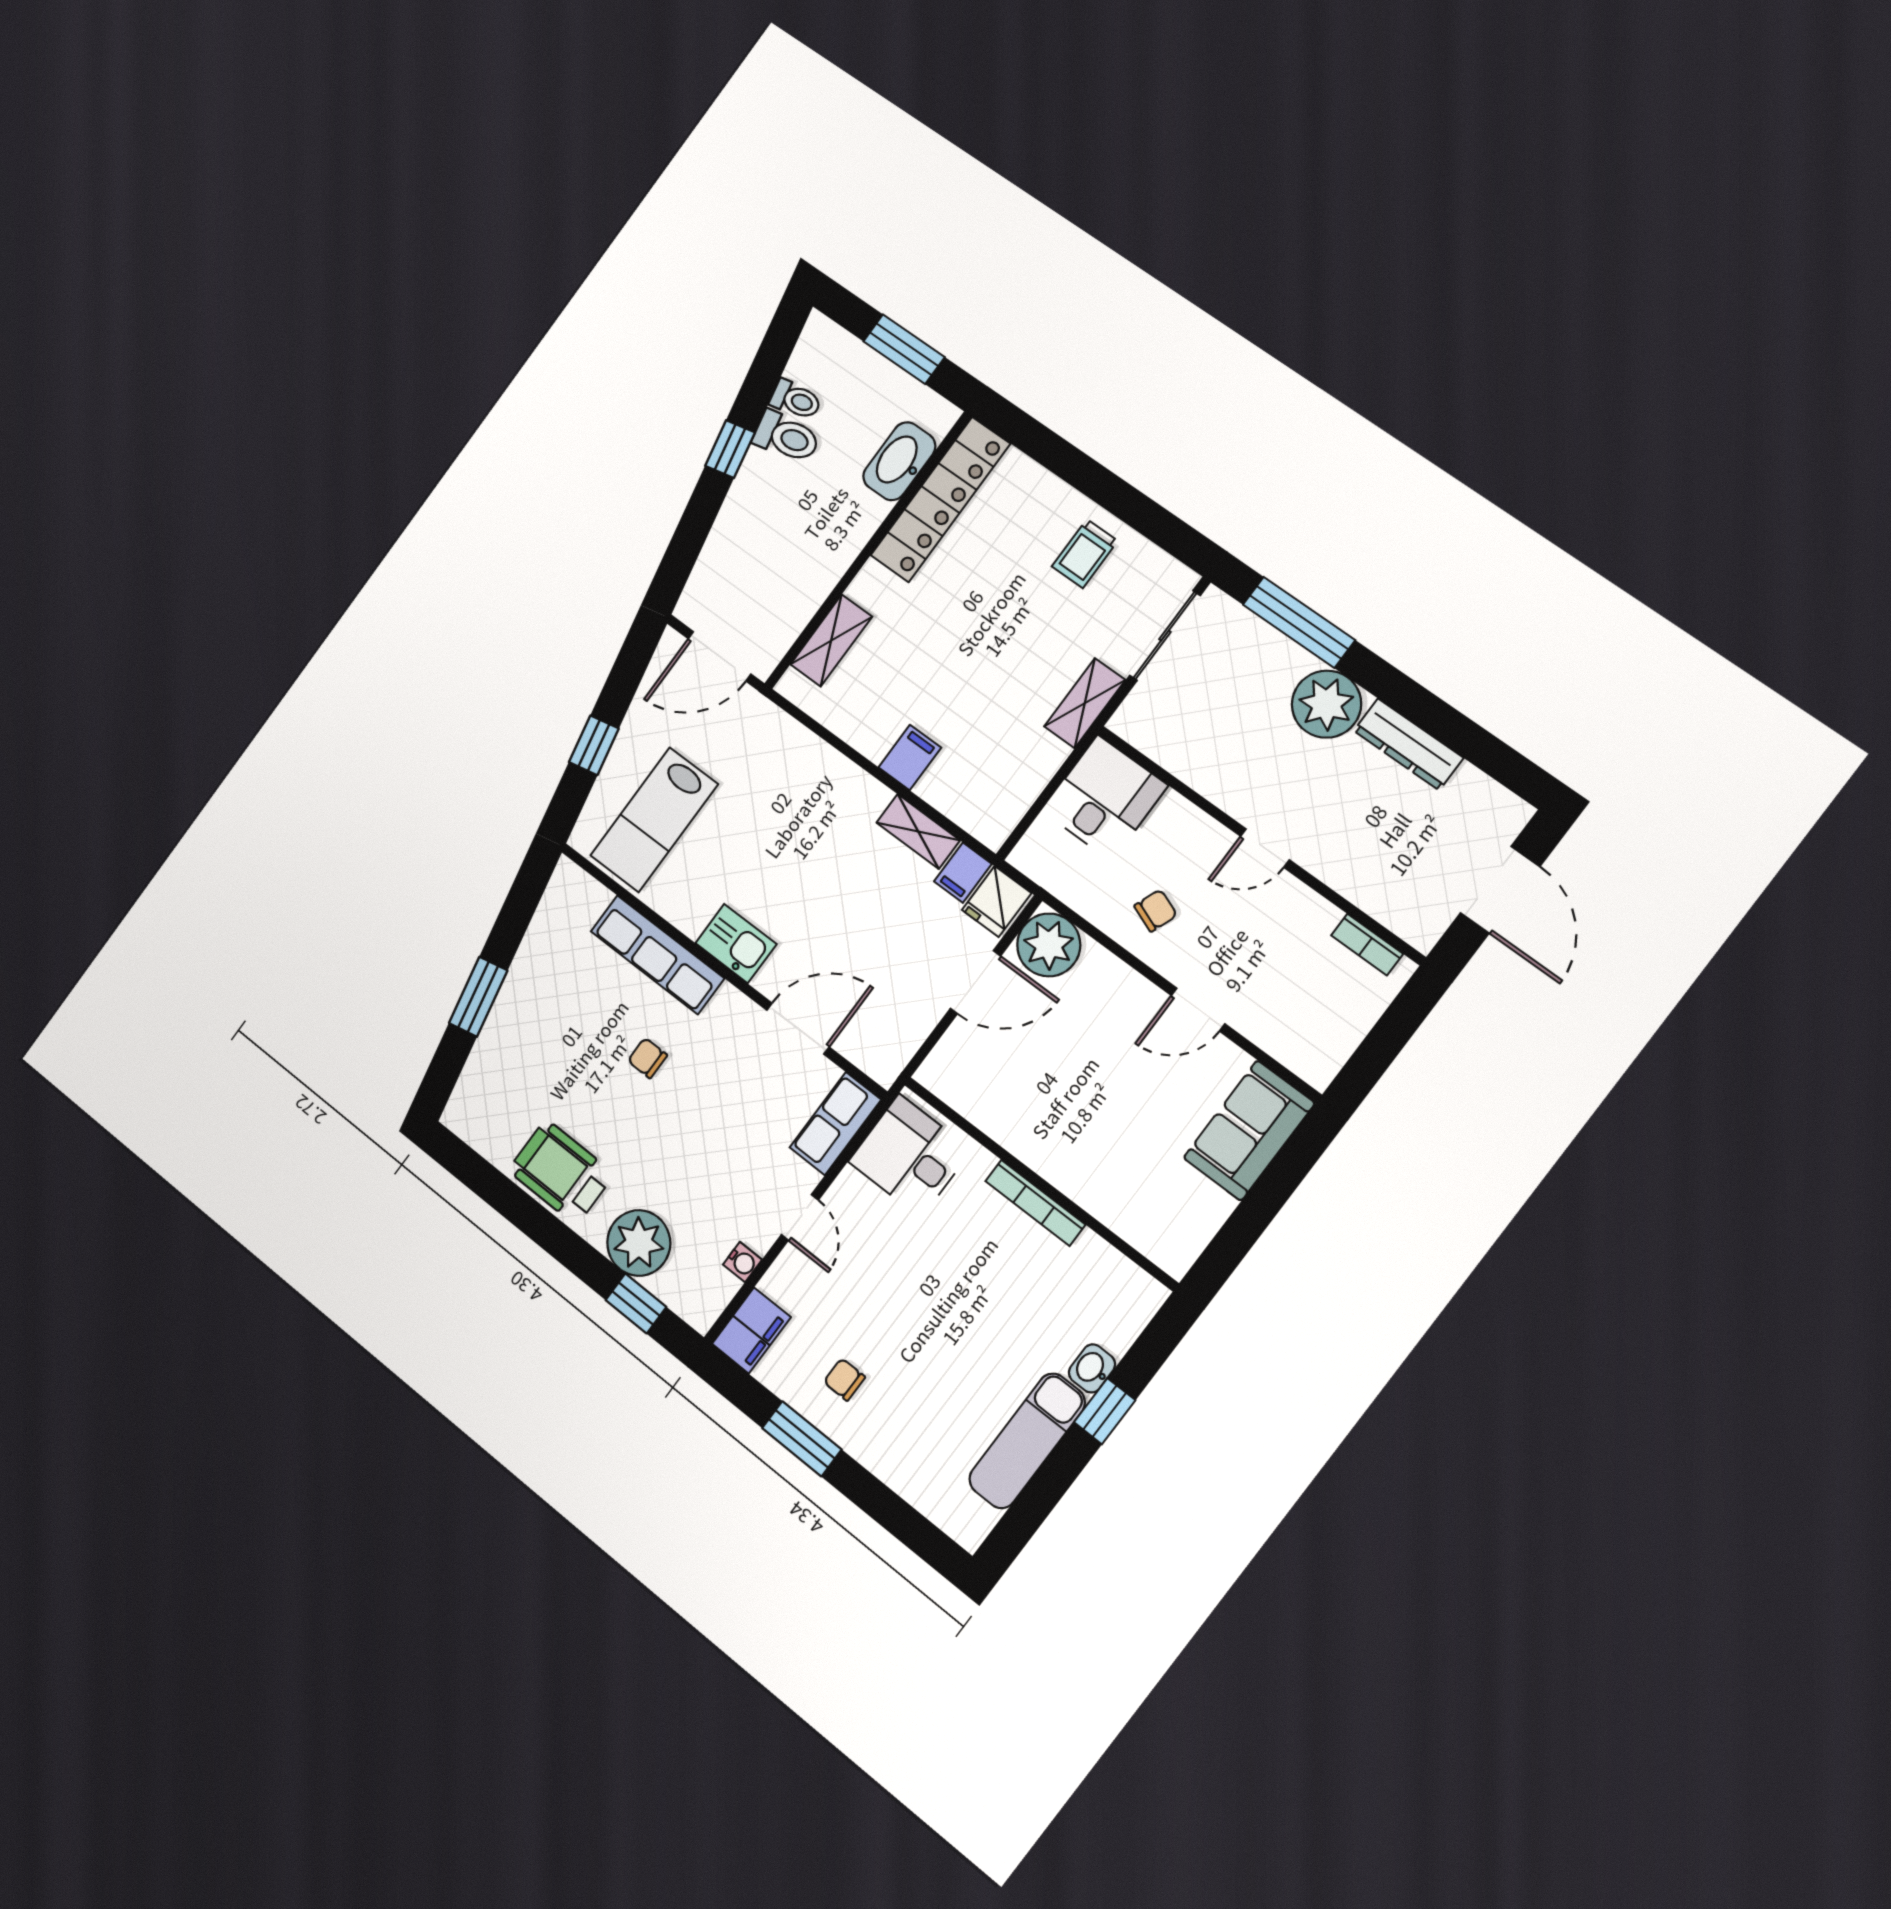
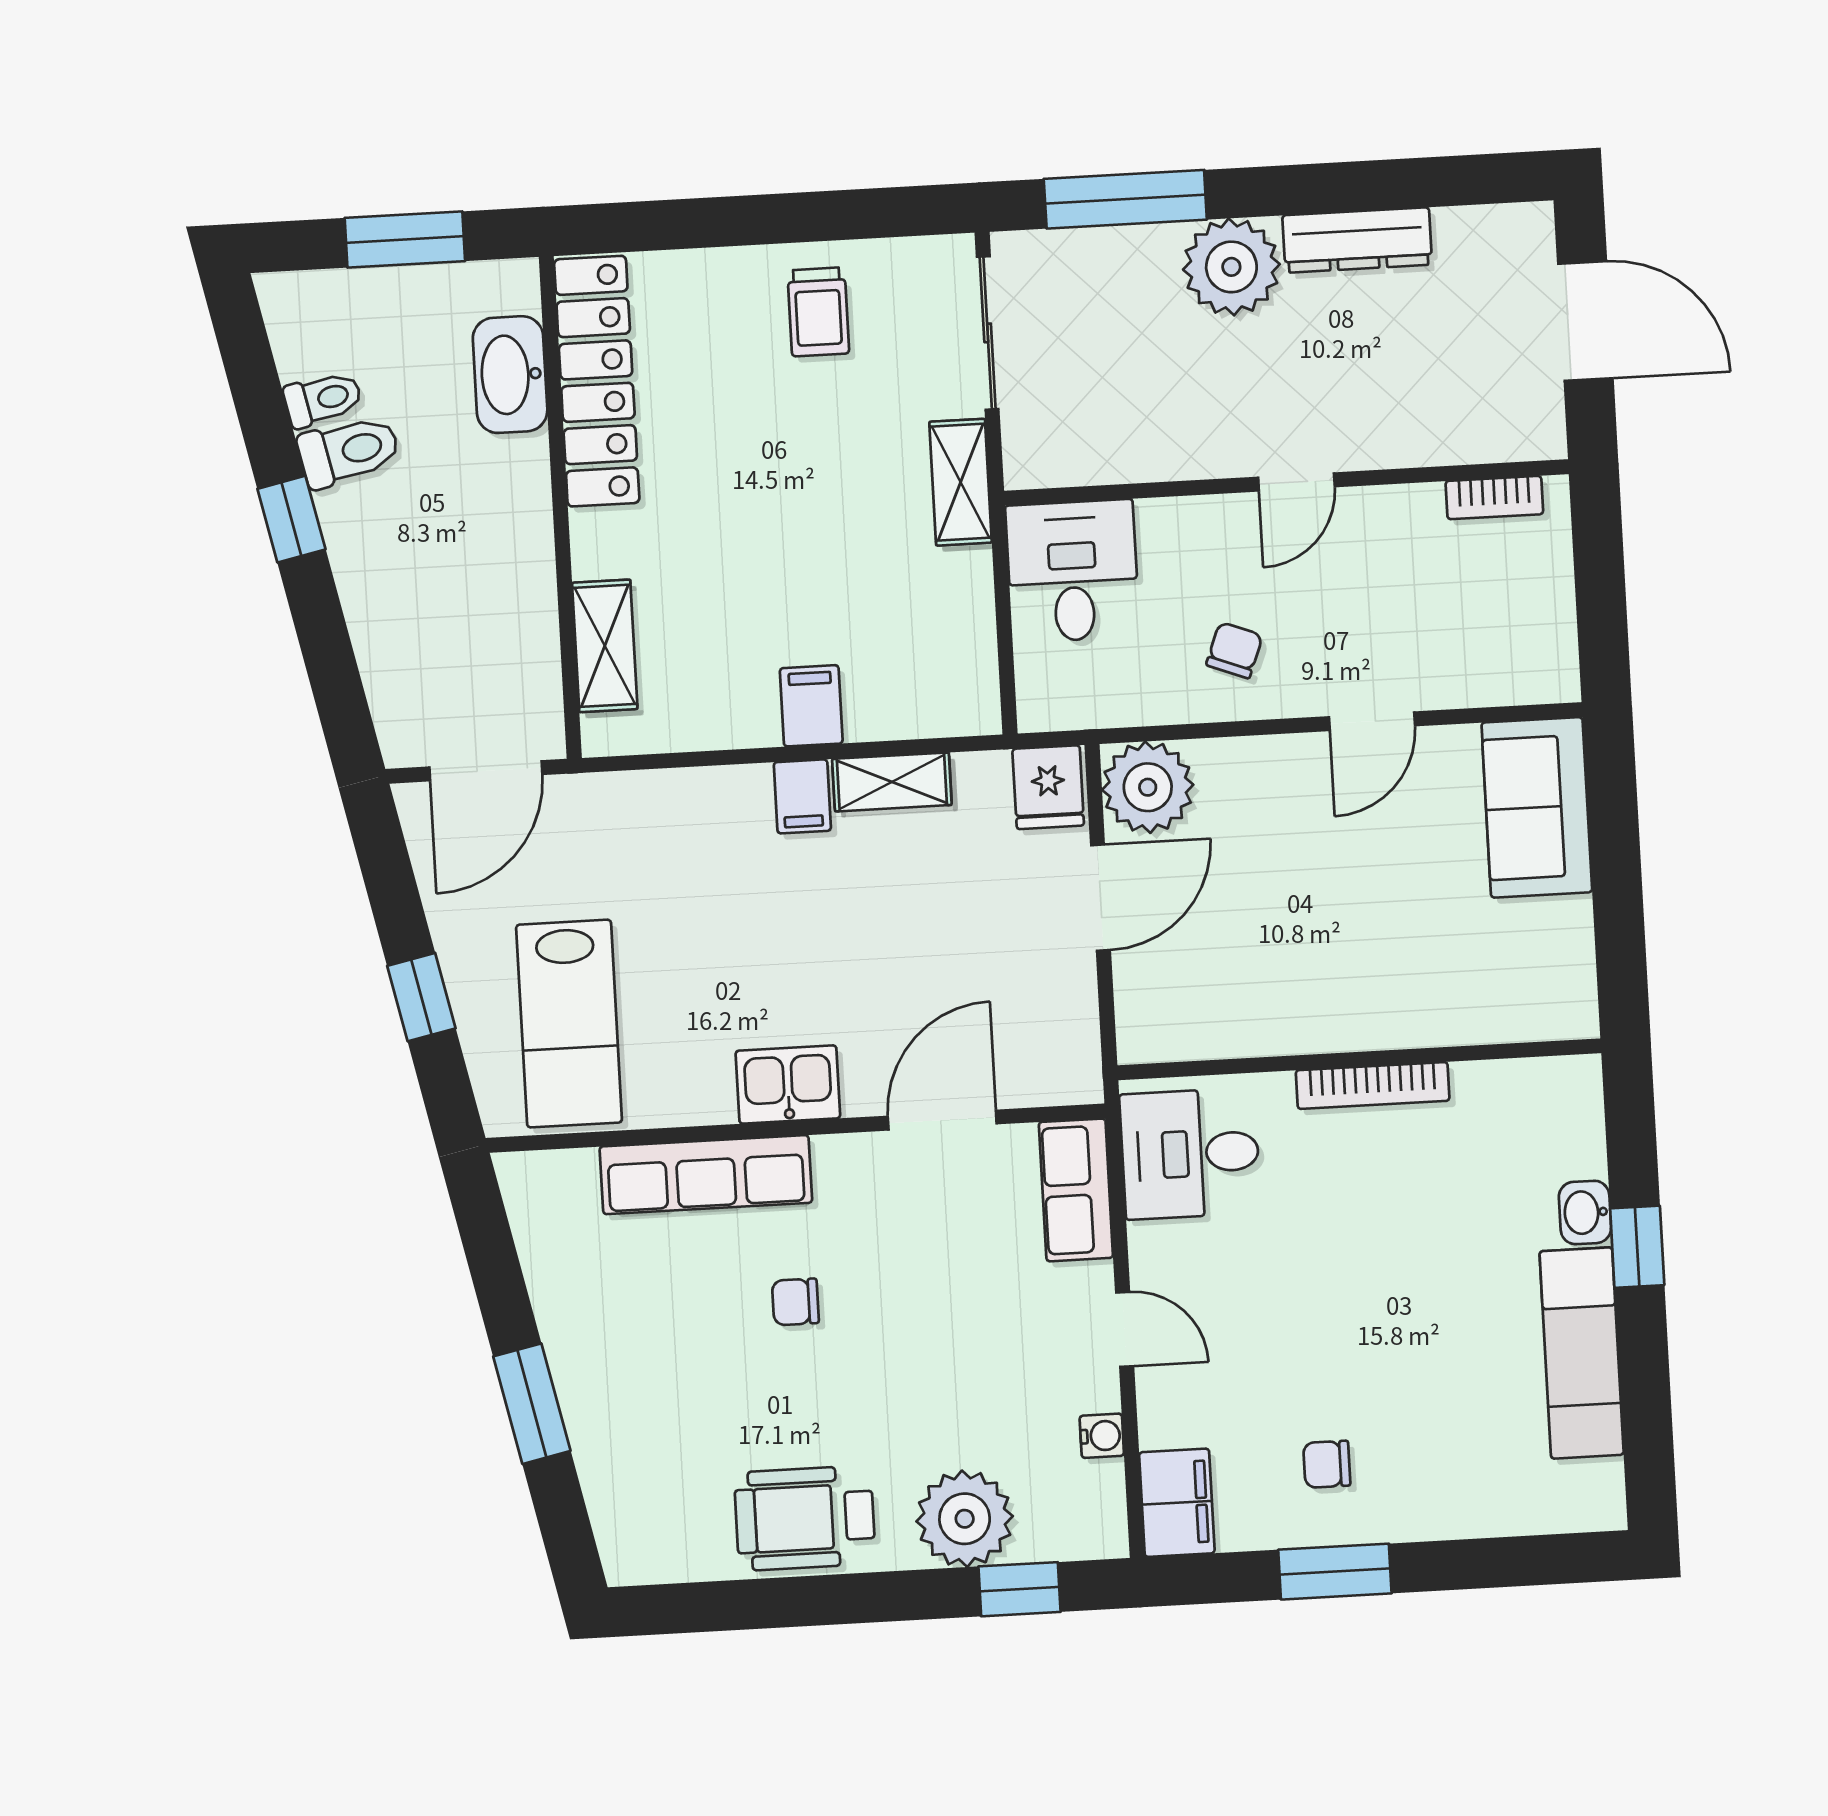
filing cabinet: (963, 873) -> (802, 796), moved

